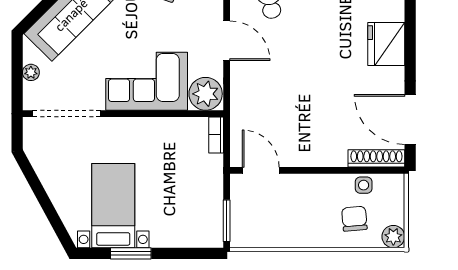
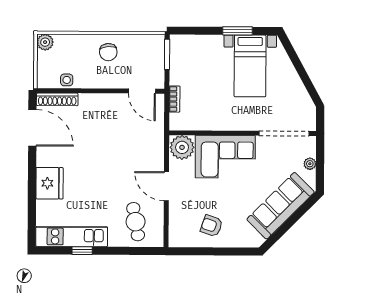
bookcase: (216, 135) -> (175, 99), moved
chair: (354, 219) -> (108, 52), moved

